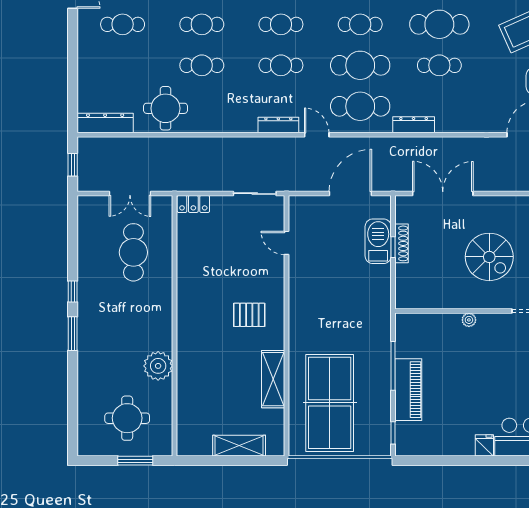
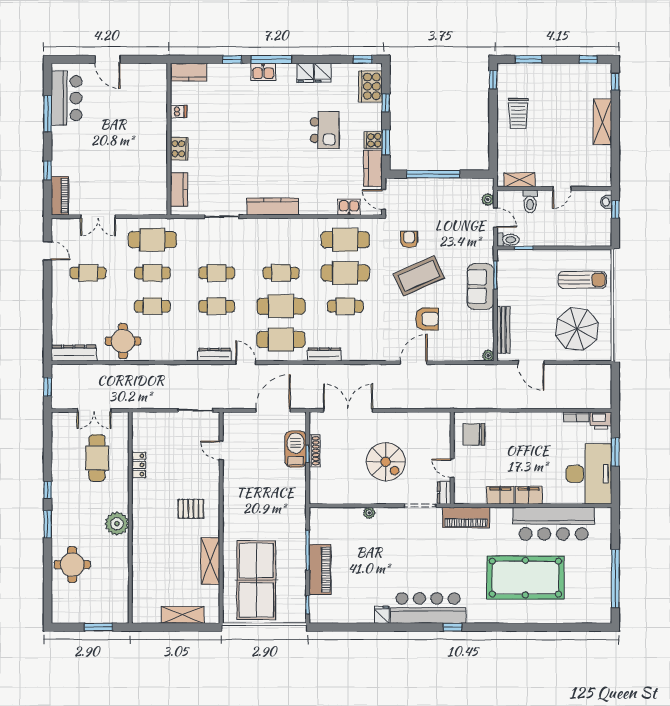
locker: (193, 204) -> (139, 465), moved, turned -90
plant: (158, 366) -> (117, 524), moved
round table: (127, 418) -> (72, 565), moved

